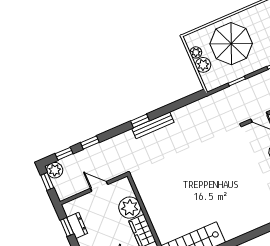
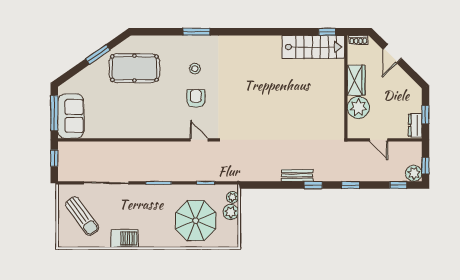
plant: (196, 52) -> (233, 197), moved
bench: (153, 125) -> (297, 175), width x0.73
window: (90, 143) -> (351, 185), moved
dresser: (77, 225) -> (415, 125), moved

